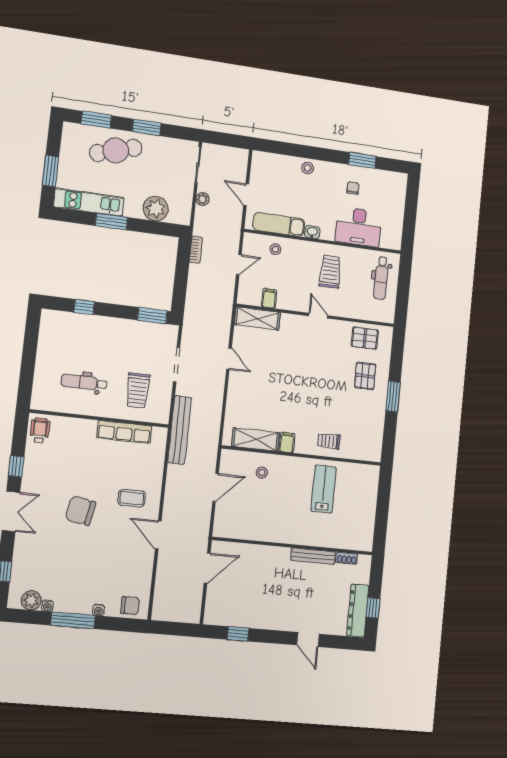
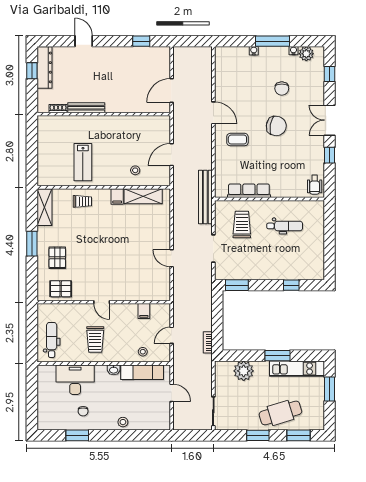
plant: (203, 199) -> (207, 384), removed
shelving: (257, 319) -> (44, 207), moved, turned 90
chair: (130, 606) -> (282, 88), moved, turned -90

